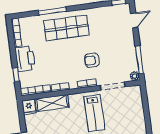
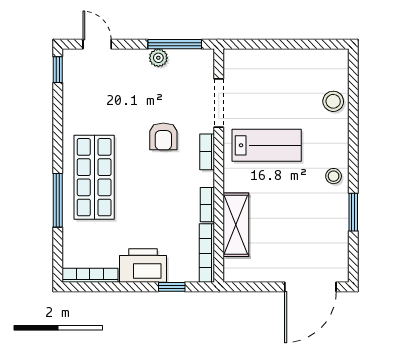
plant: (135, 76) -> (158, 58), moved
fridge: (29, 107) -> (238, 270), removed

